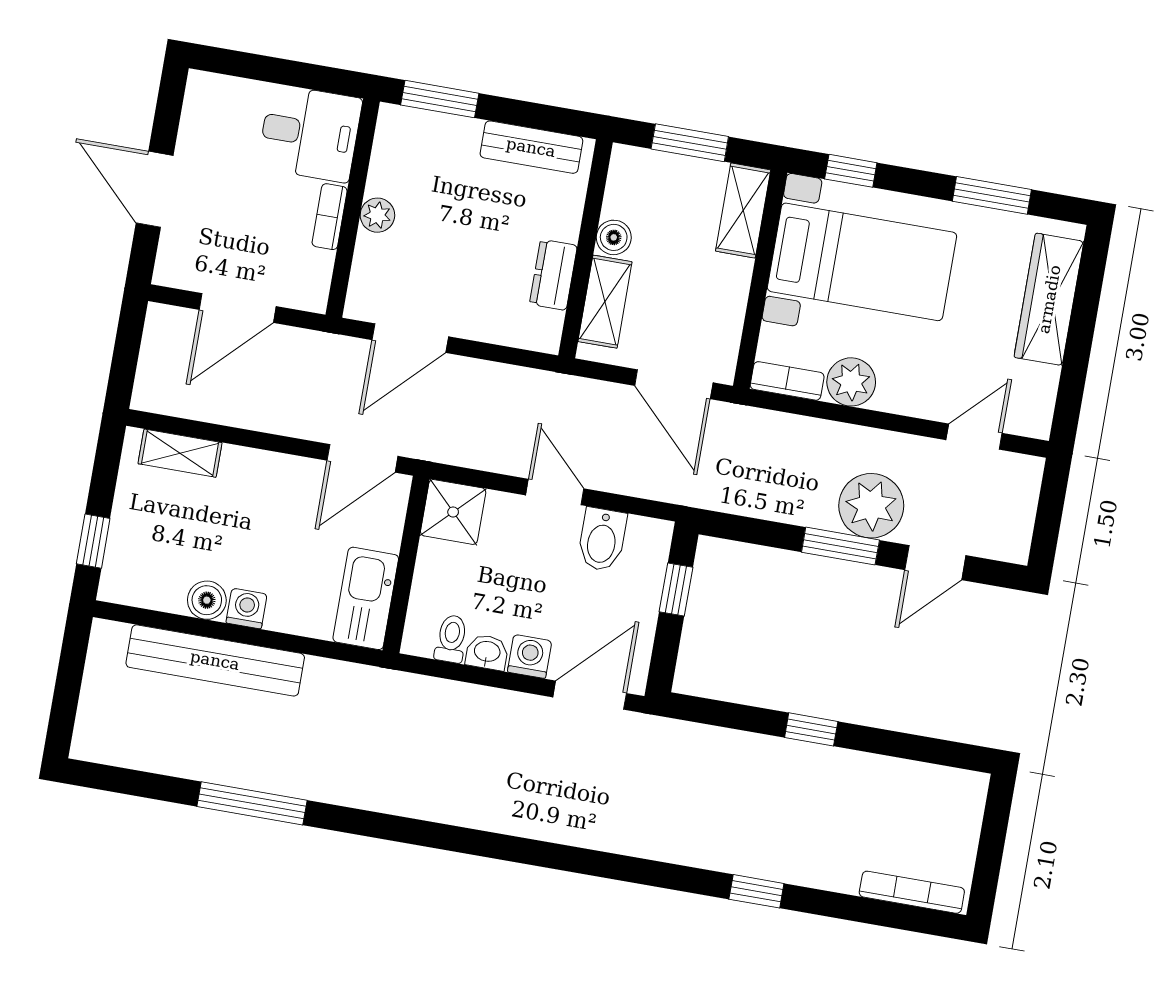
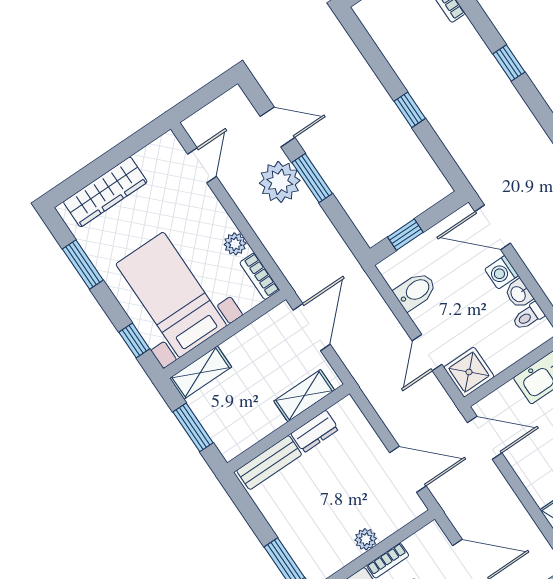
bench: (531, 147) -> (269, 463), moved, turned 90
boiler: (614, 237) -> (271, 420), removed
plant: (851, 382) -> (235, 244), width x0.73, depth x0.73
door: (974, 437) -> (202, 165), swing flipped
door: (555, 492) -> (427, 353), moved

